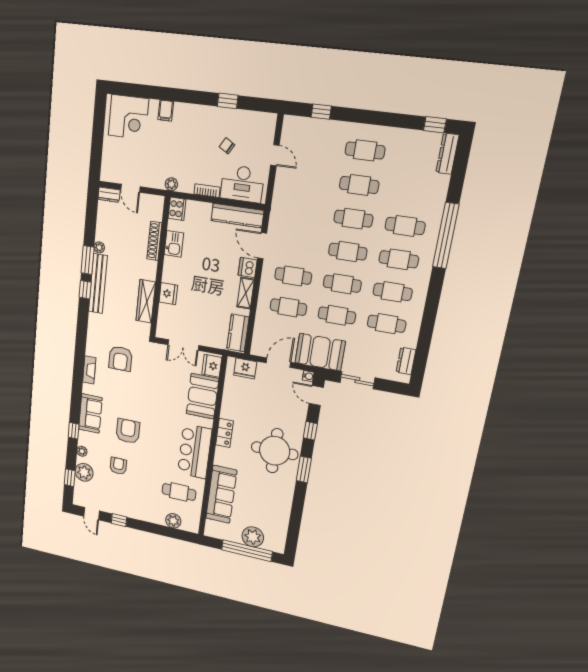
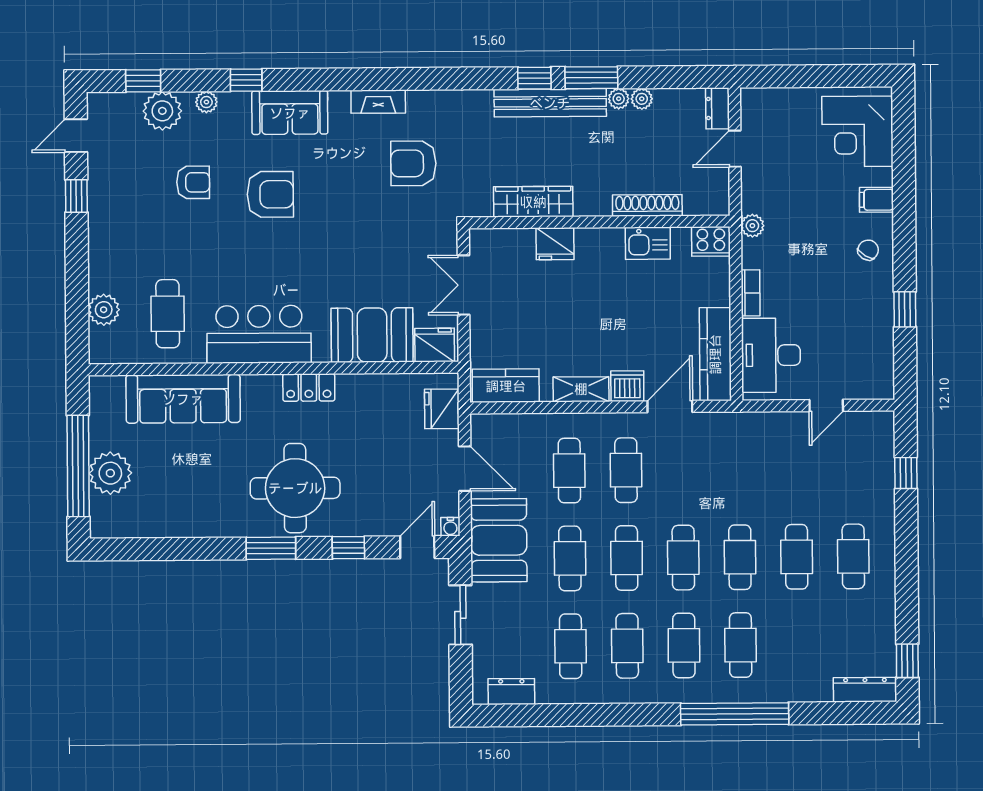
chair: (227, 146) -> (868, 250), moved
plant: (100, 235) -> (642, 99), added

